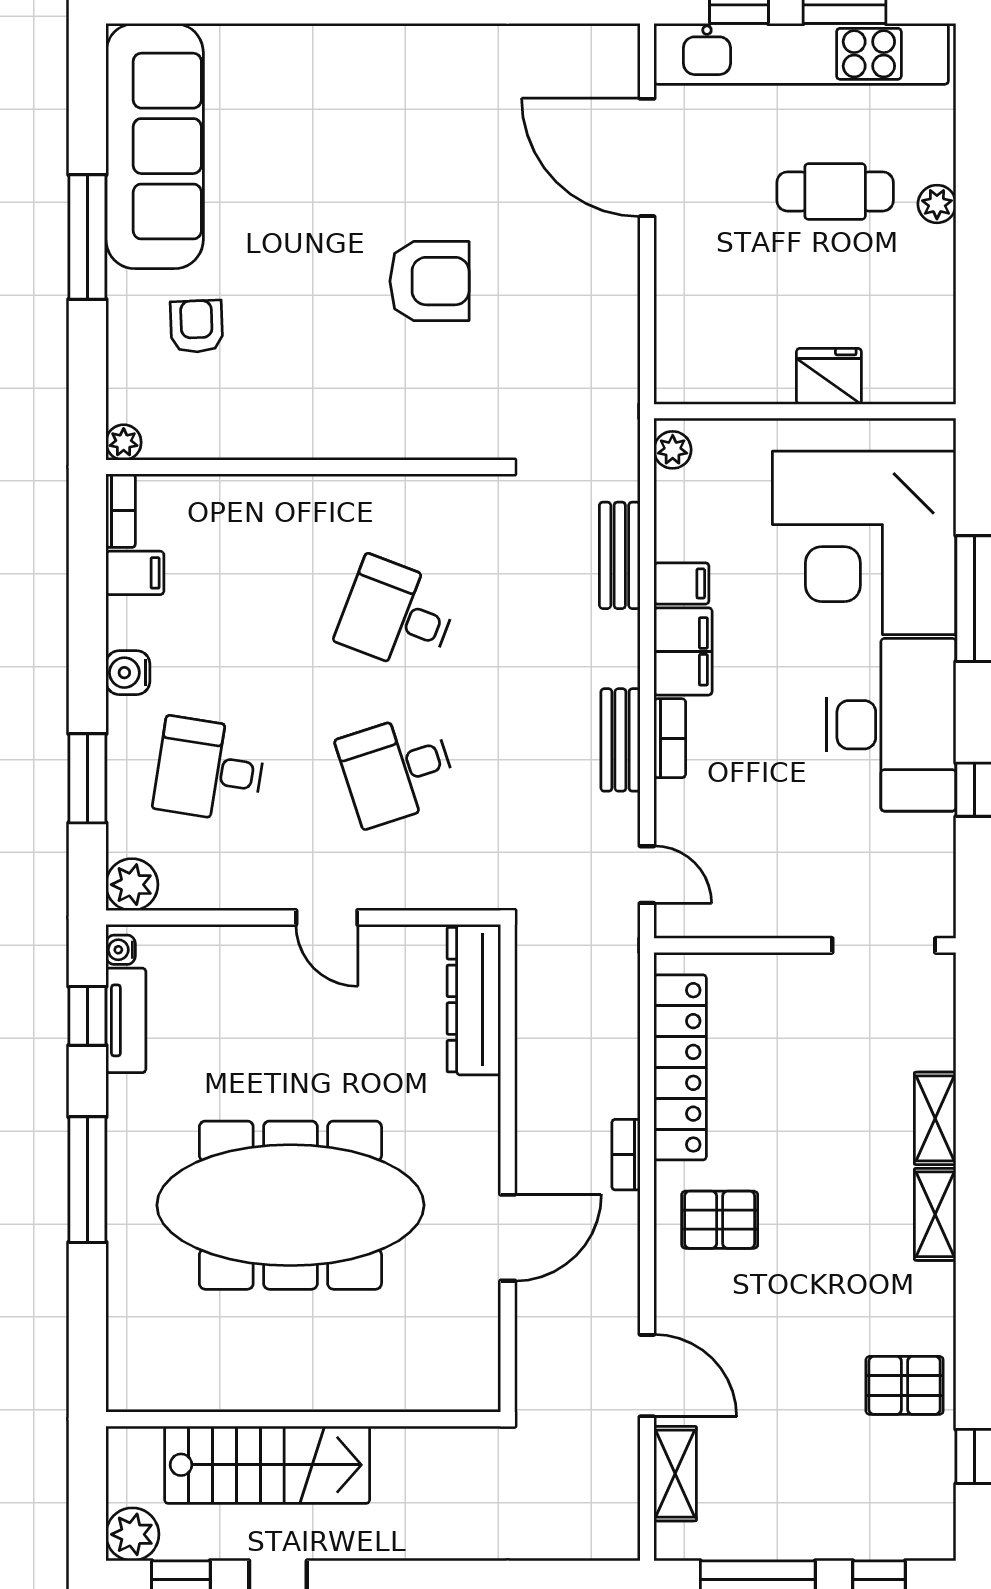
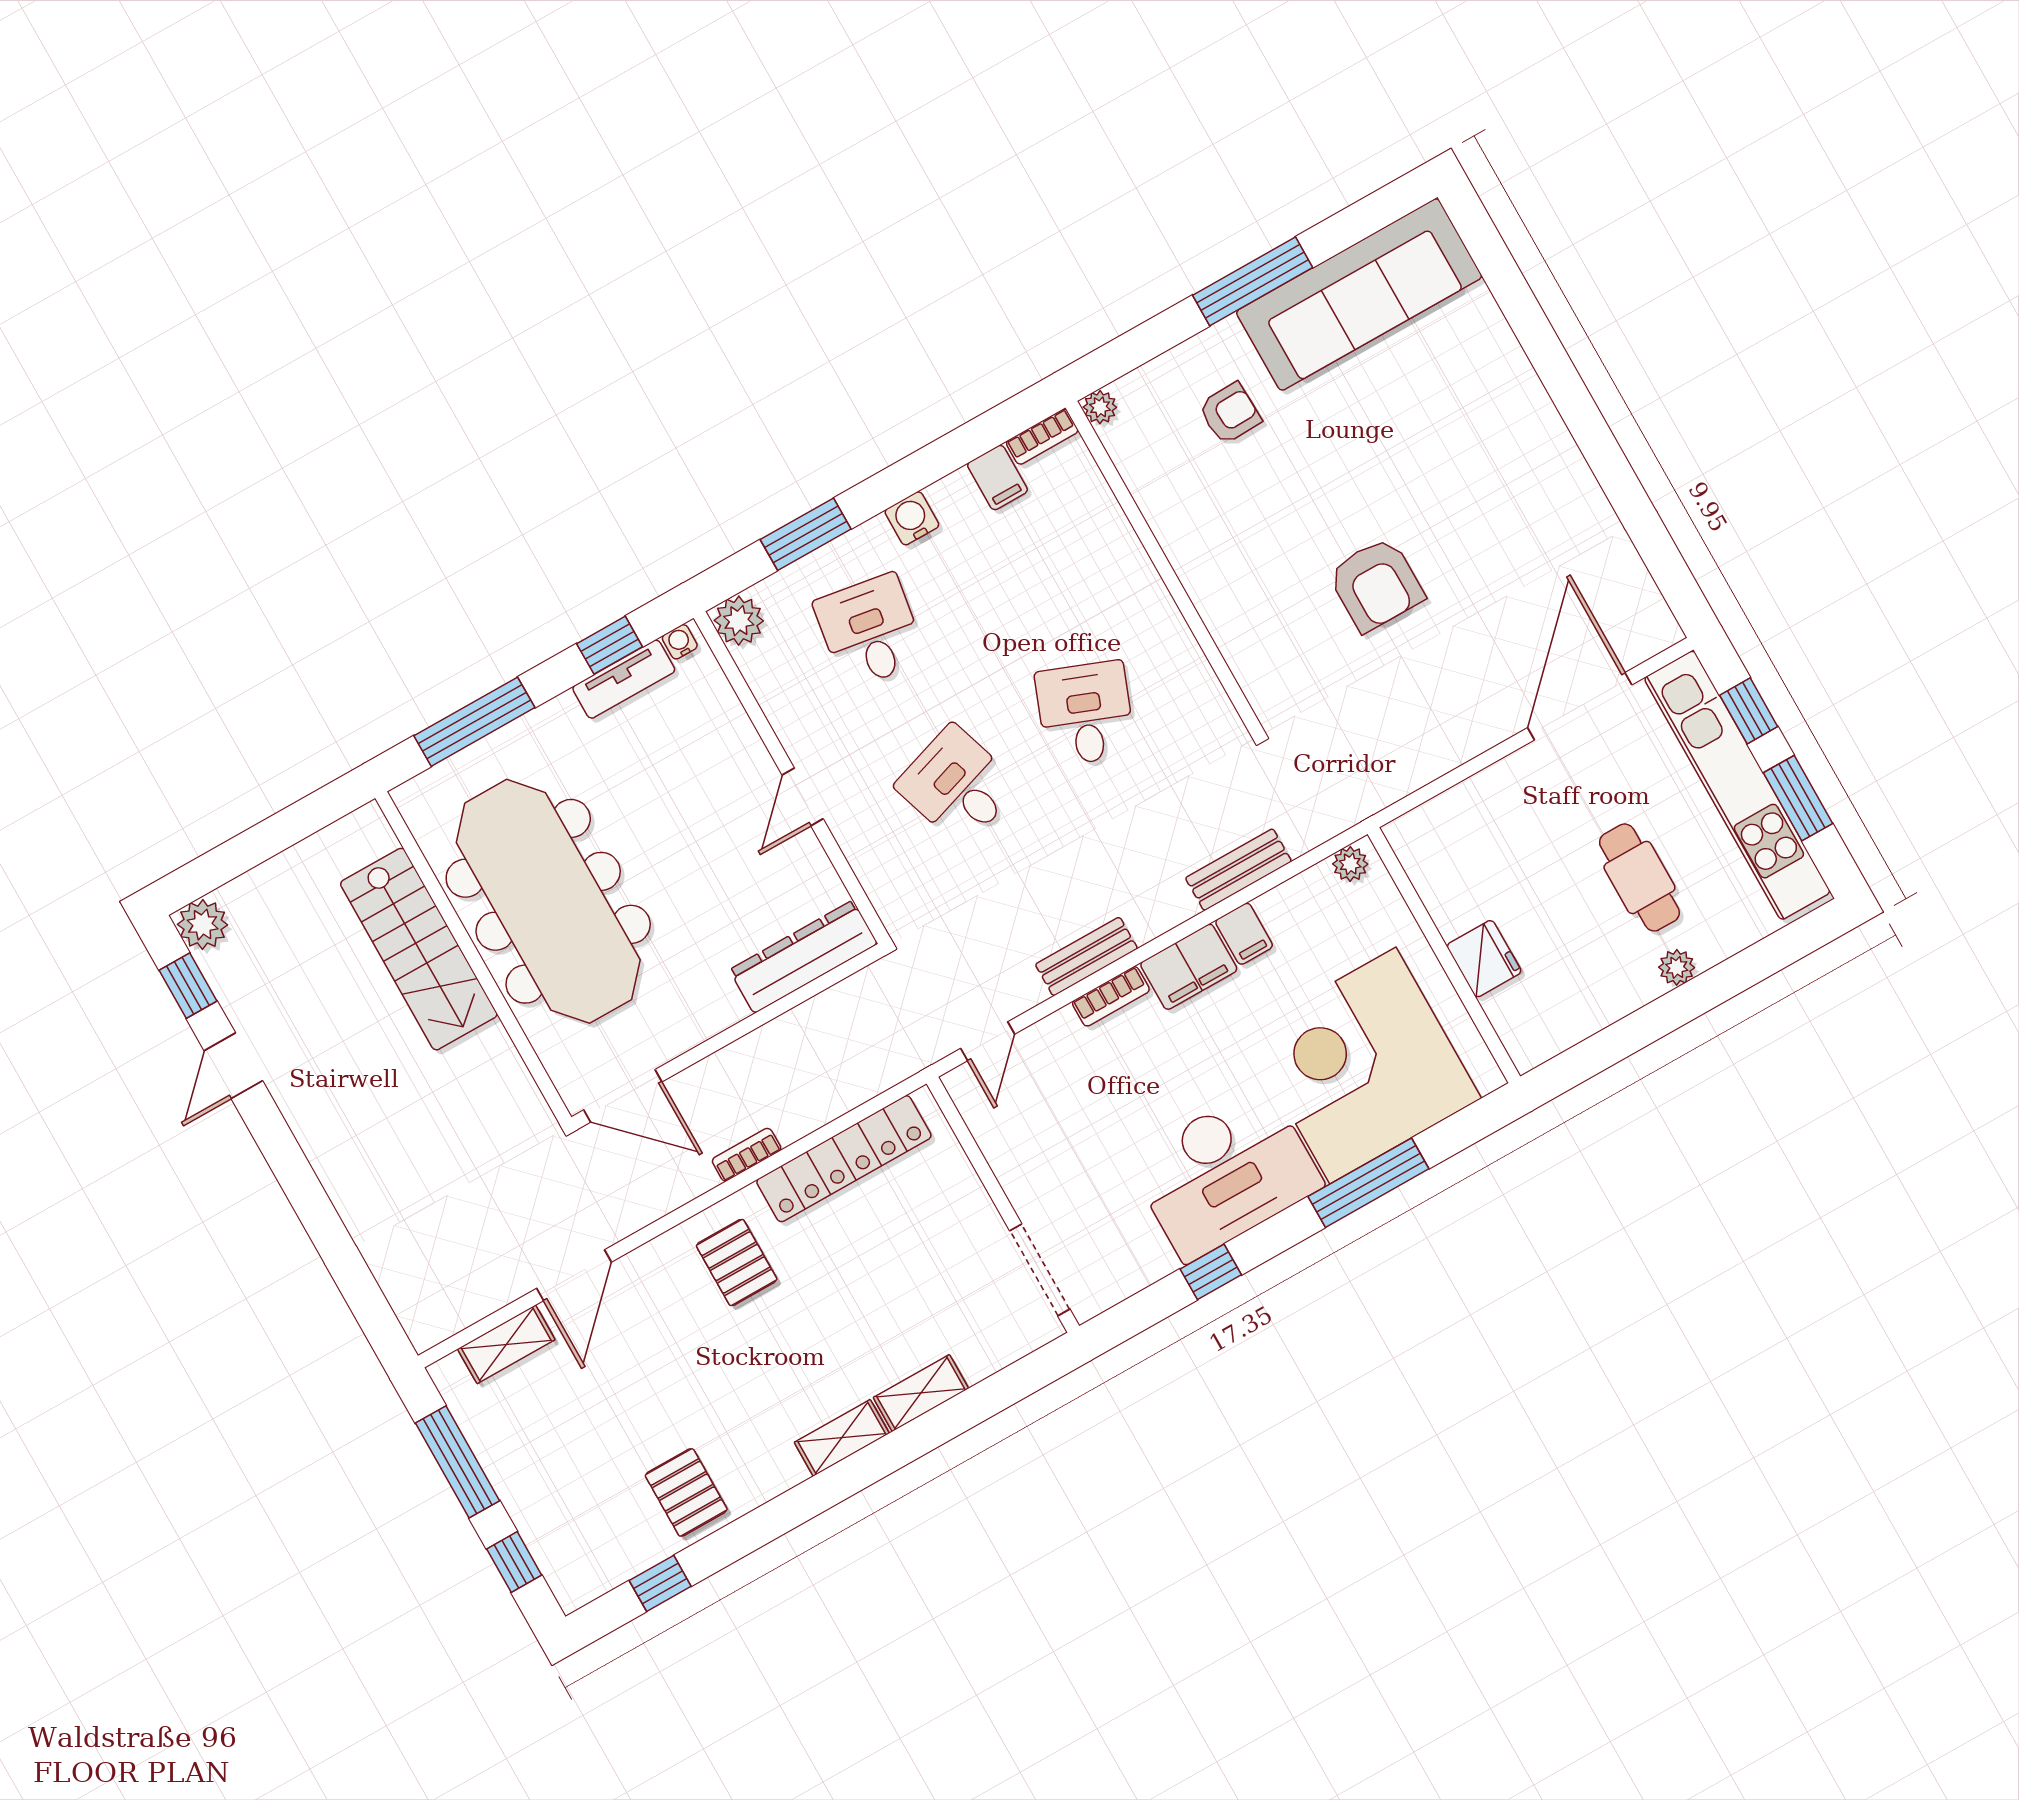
wall: (303, 1419) -> (473, 958), moved
stairs: (267, 1465) -> (419, 949), moved

